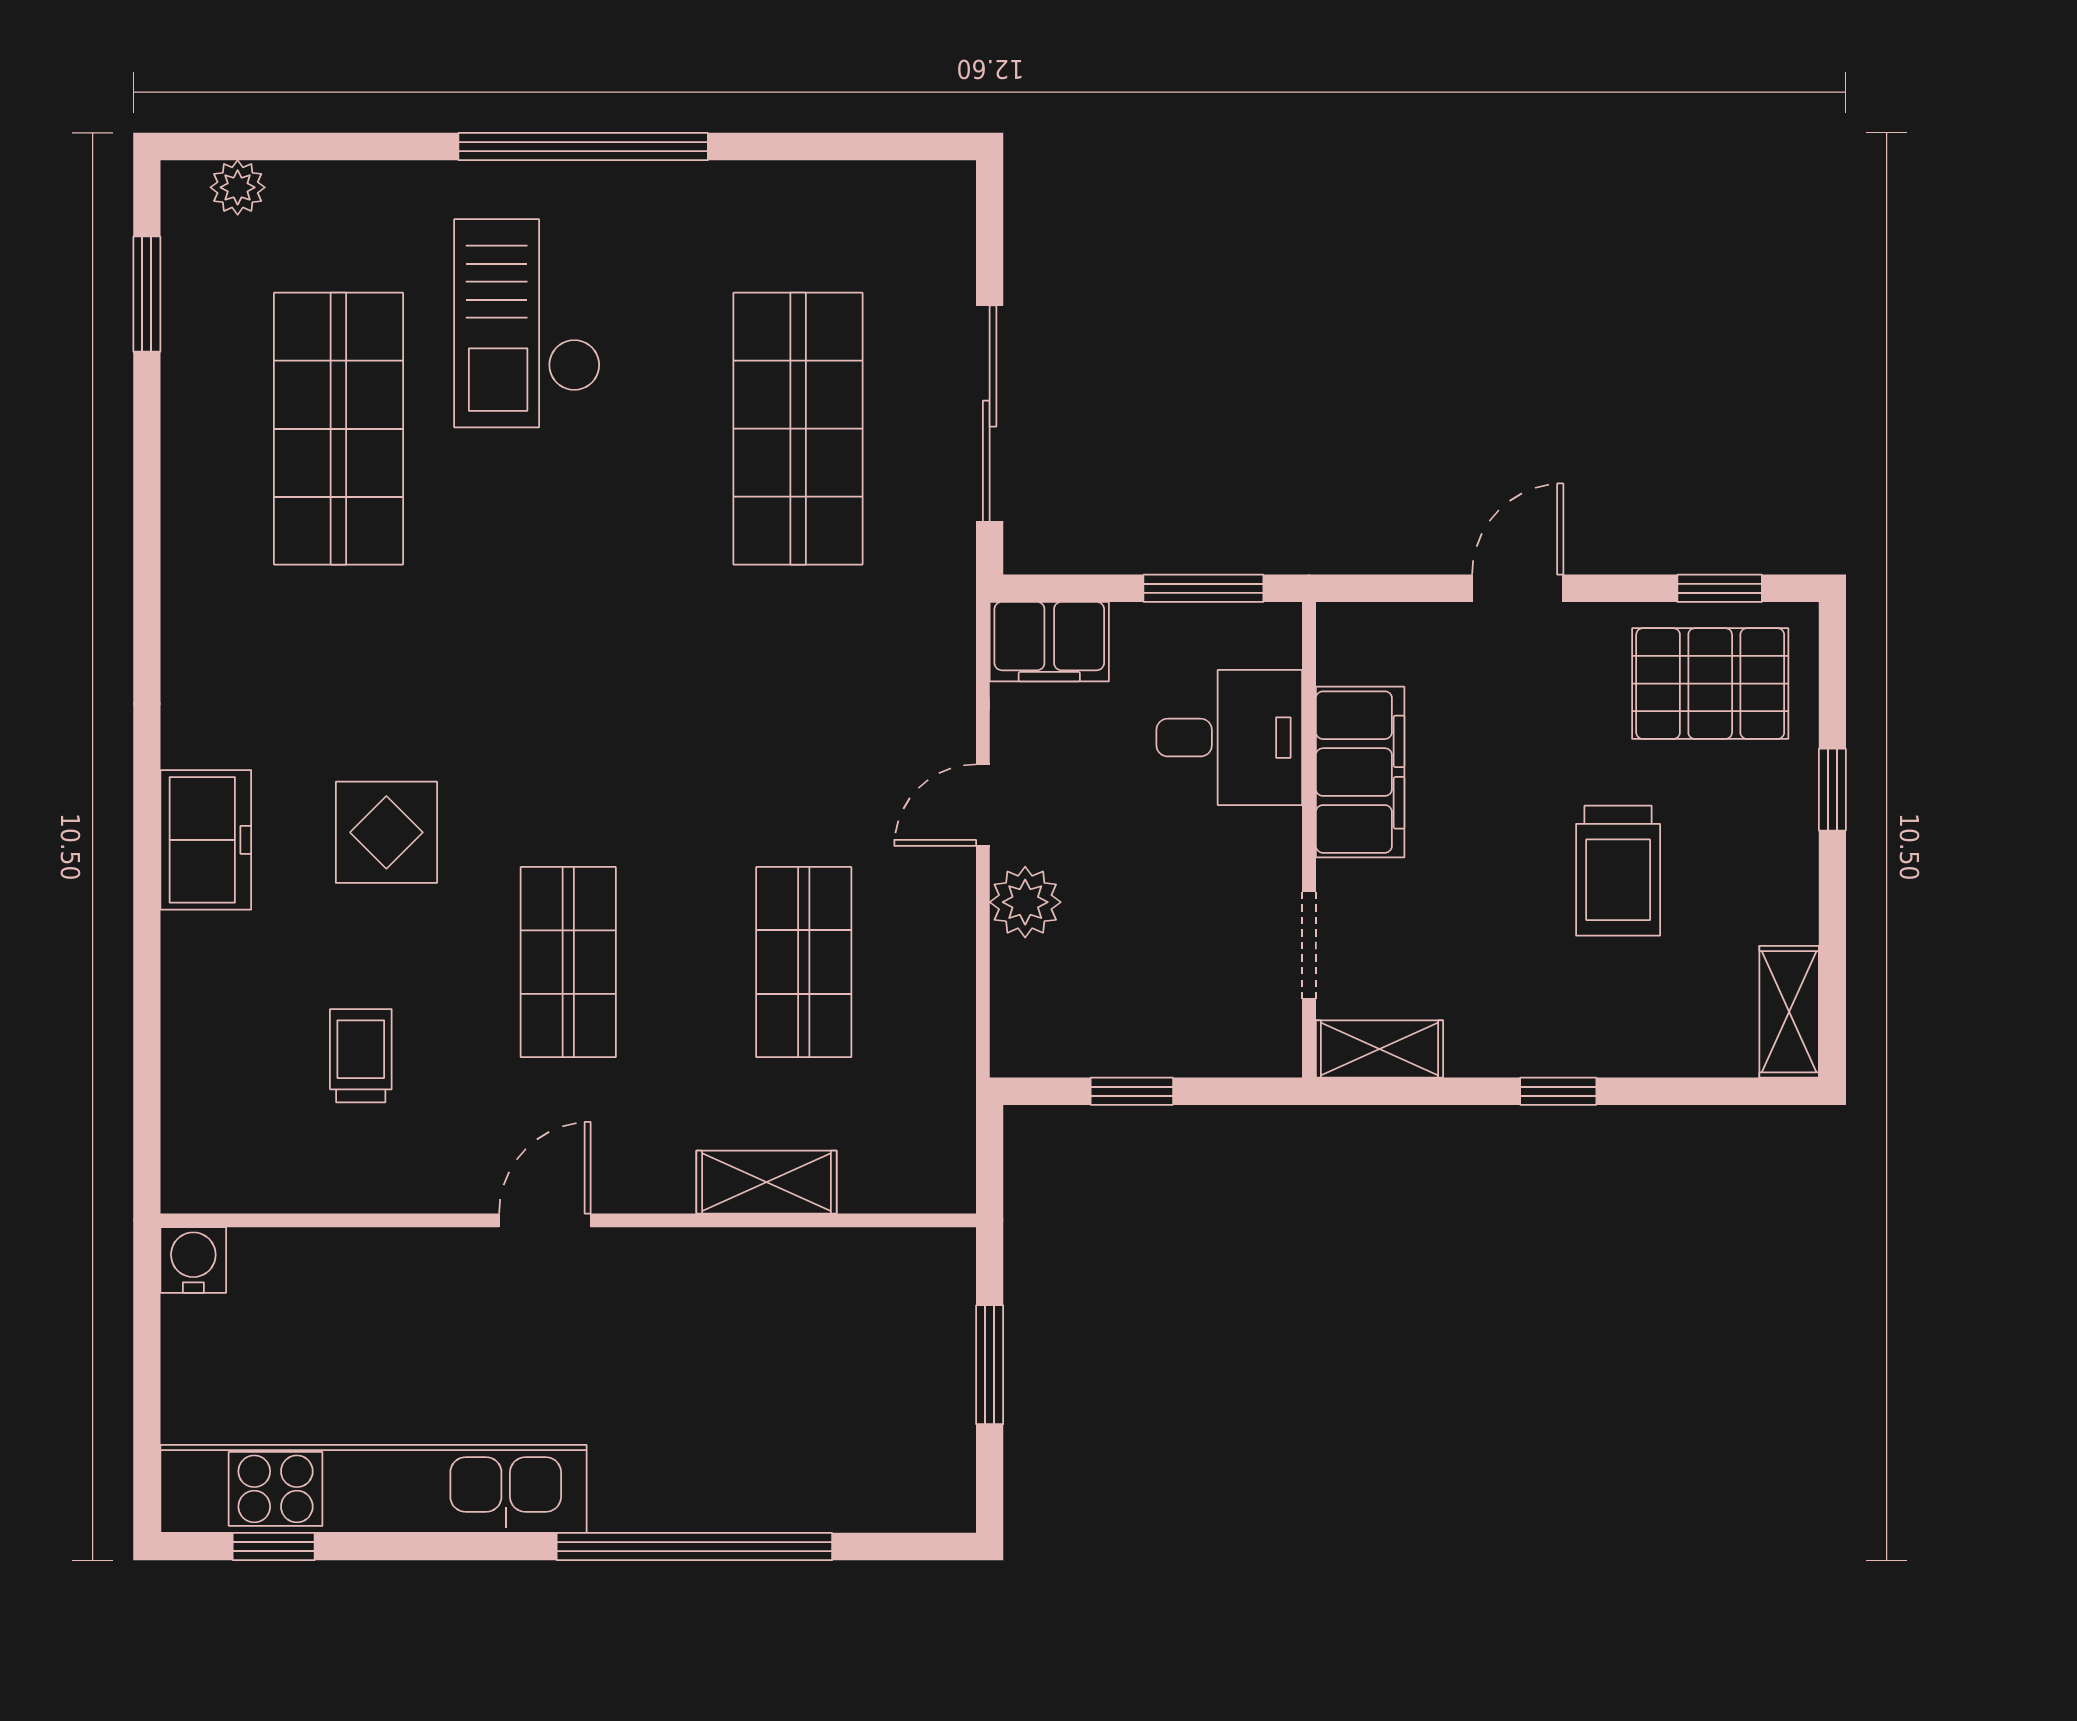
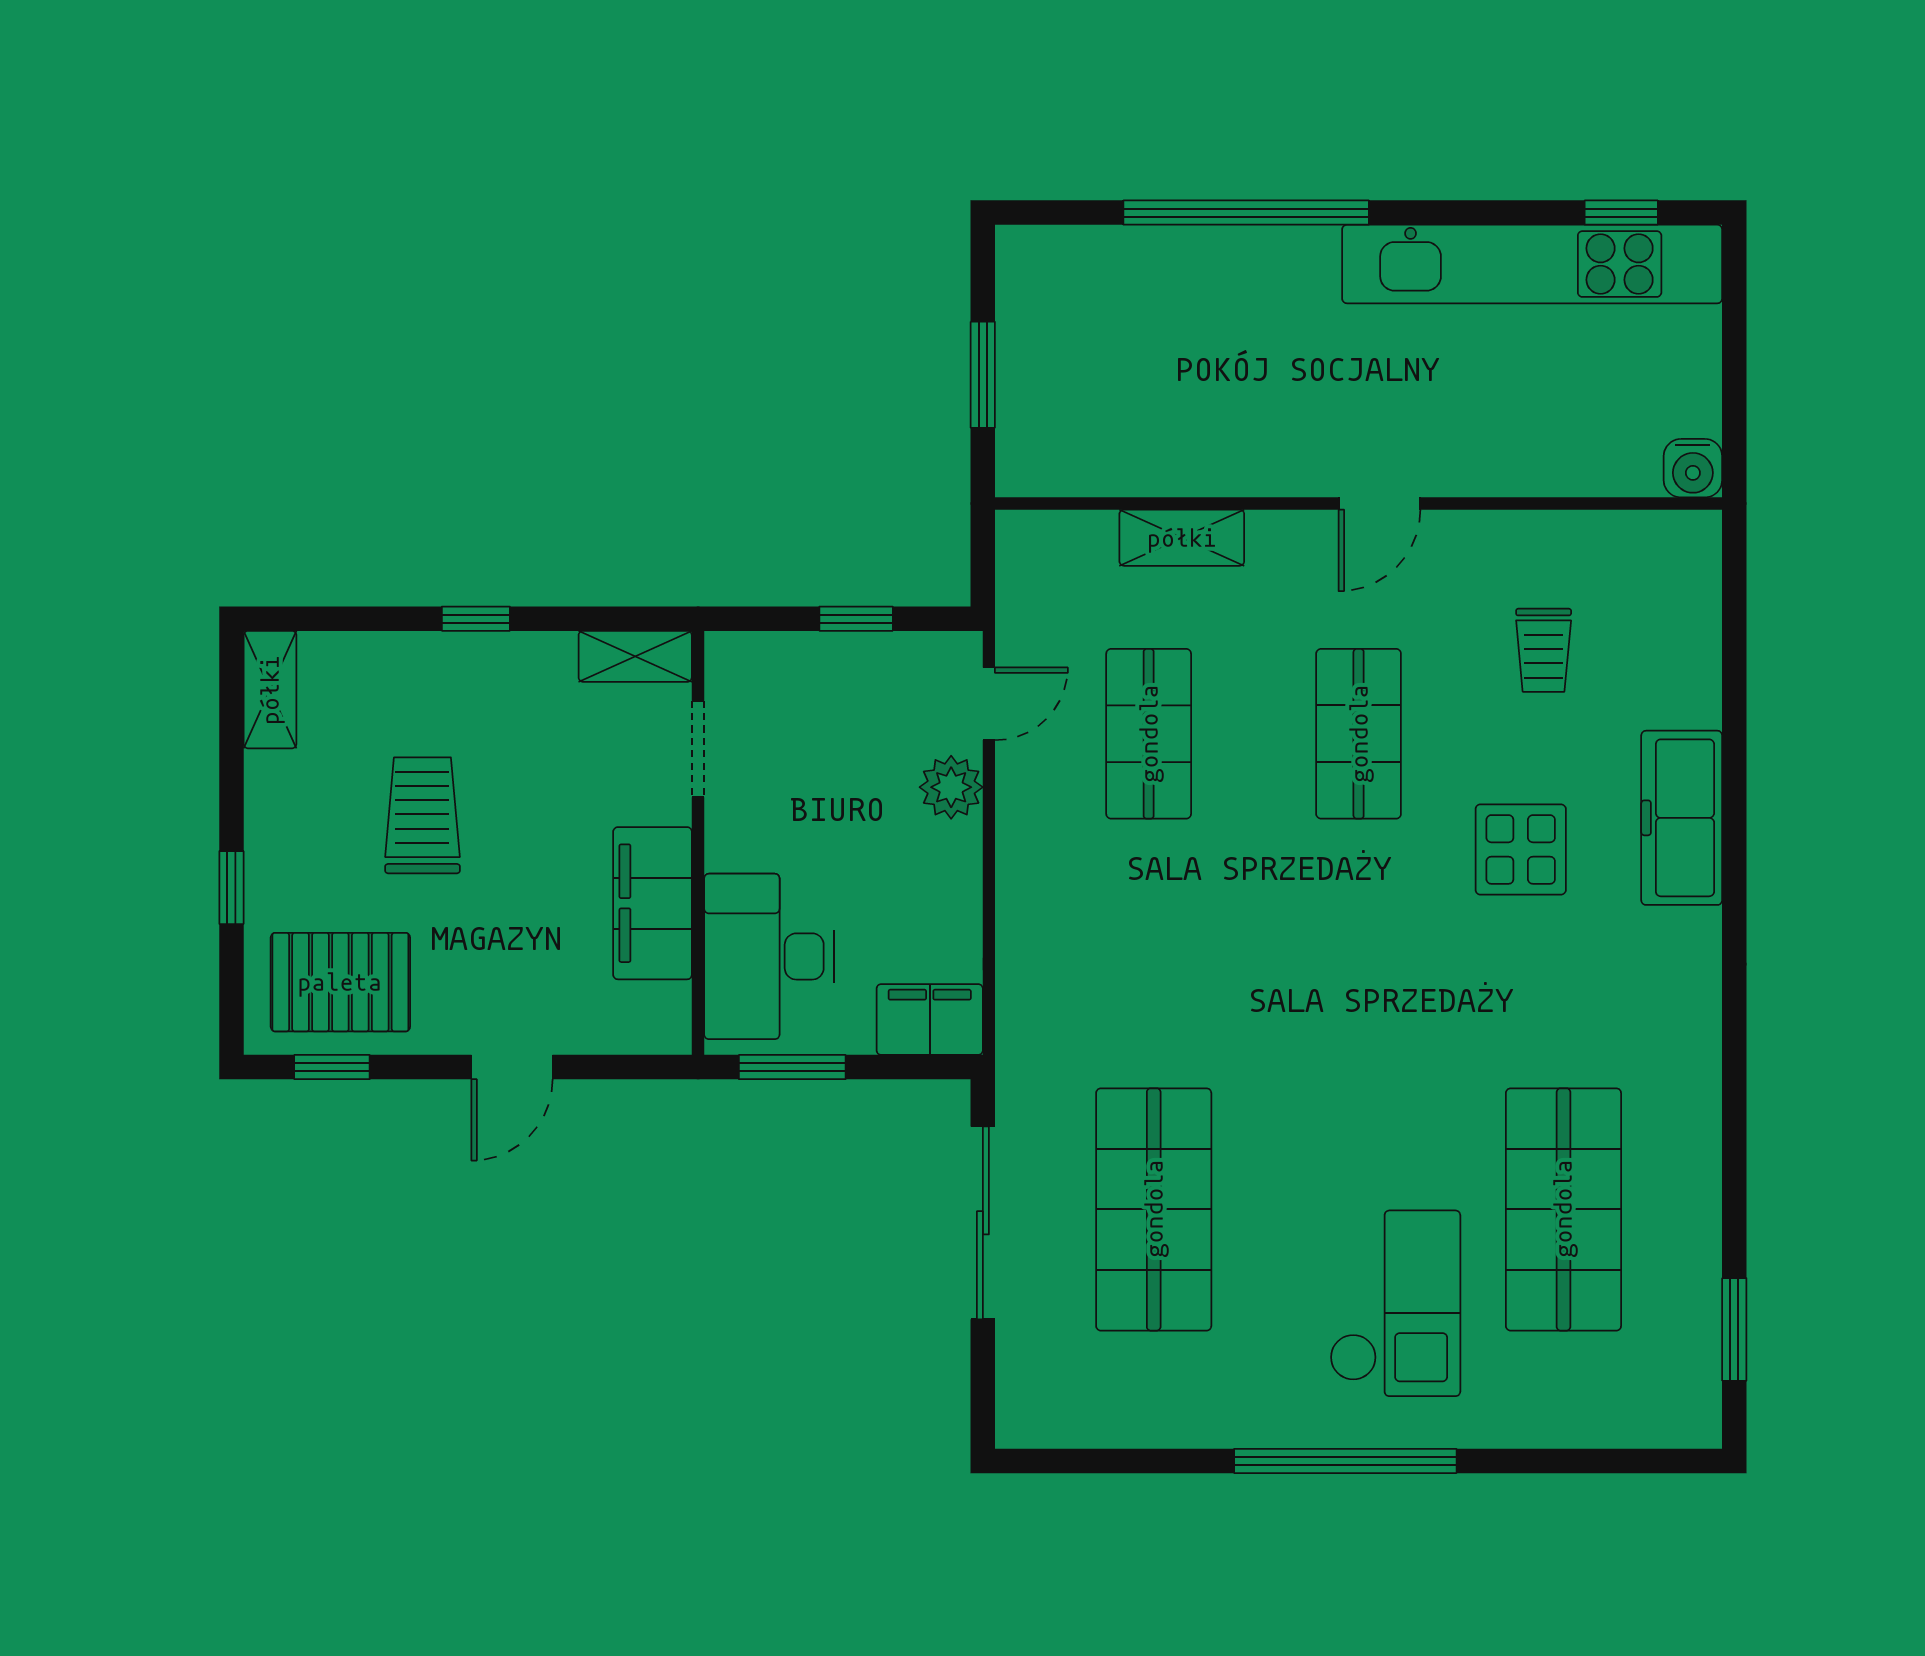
plant: (238, 187) -> (1653, 1424), removed
desk: (1229, 738) -> (769, 956), width x1.37
door: (983, 805) -> (989, 704), moved
freezer: (206, 840) -> (1682, 818), width x1.40

